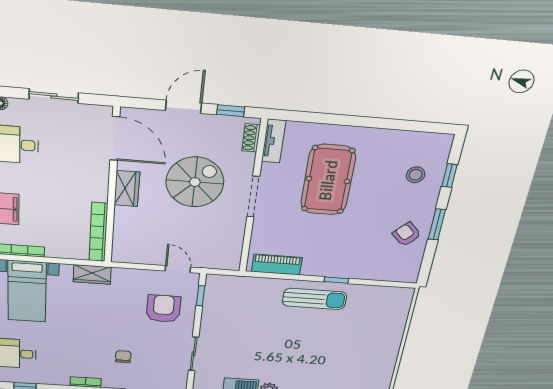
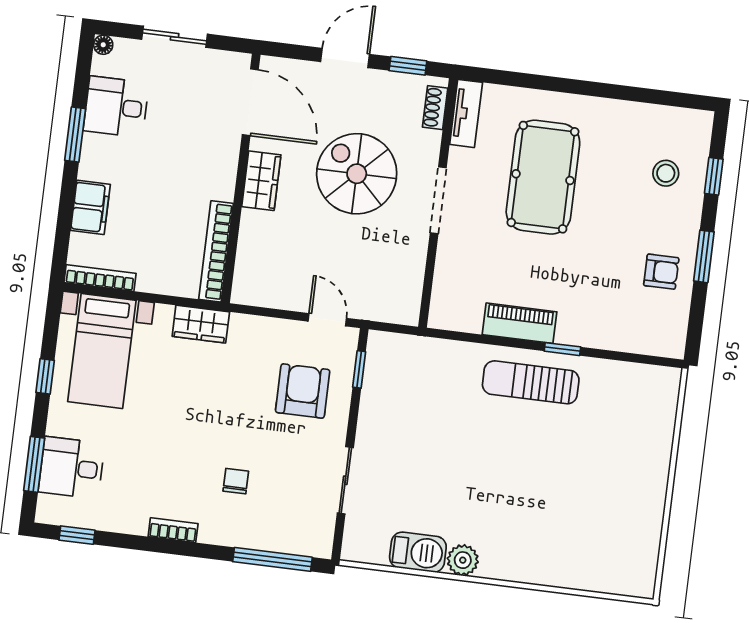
spiral stairs: (195, 182) -> (357, 174), turned -90
armchair: (407, 234) -> (661, 272), turned 135
piano: (277, 265) -> (520, 323), moved
sun lounger: (314, 299) -> (531, 382), turned 180

